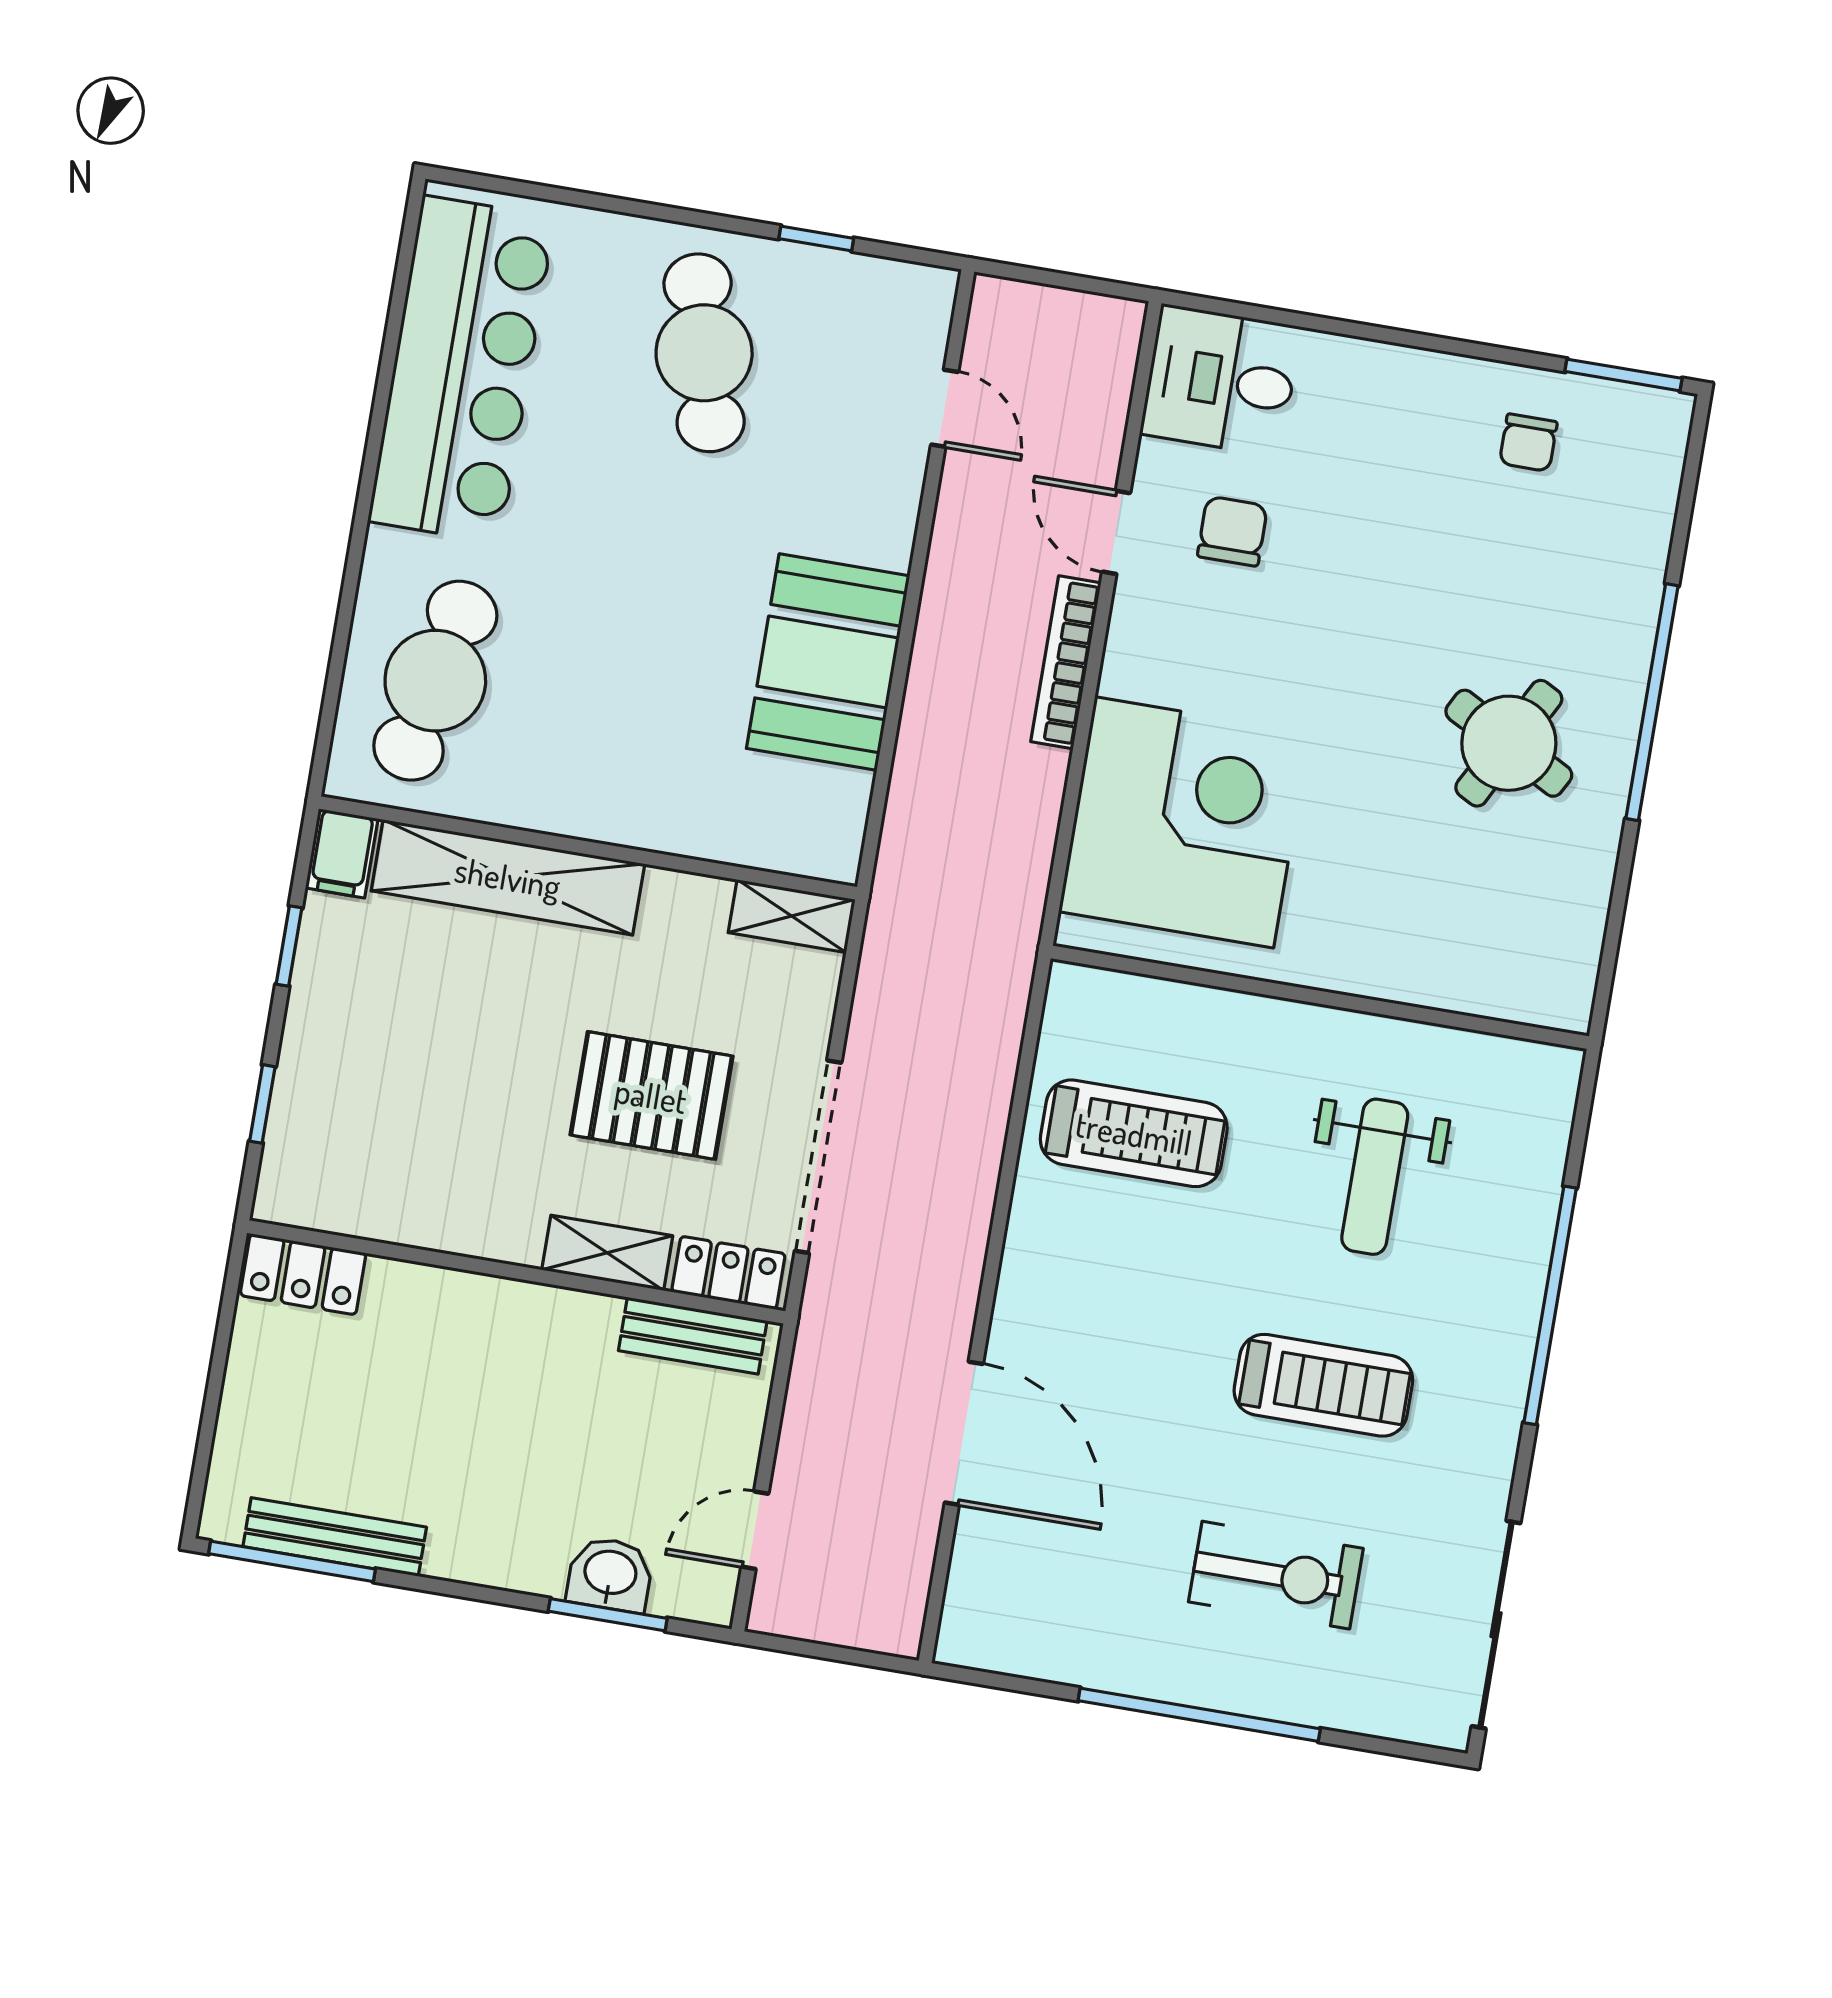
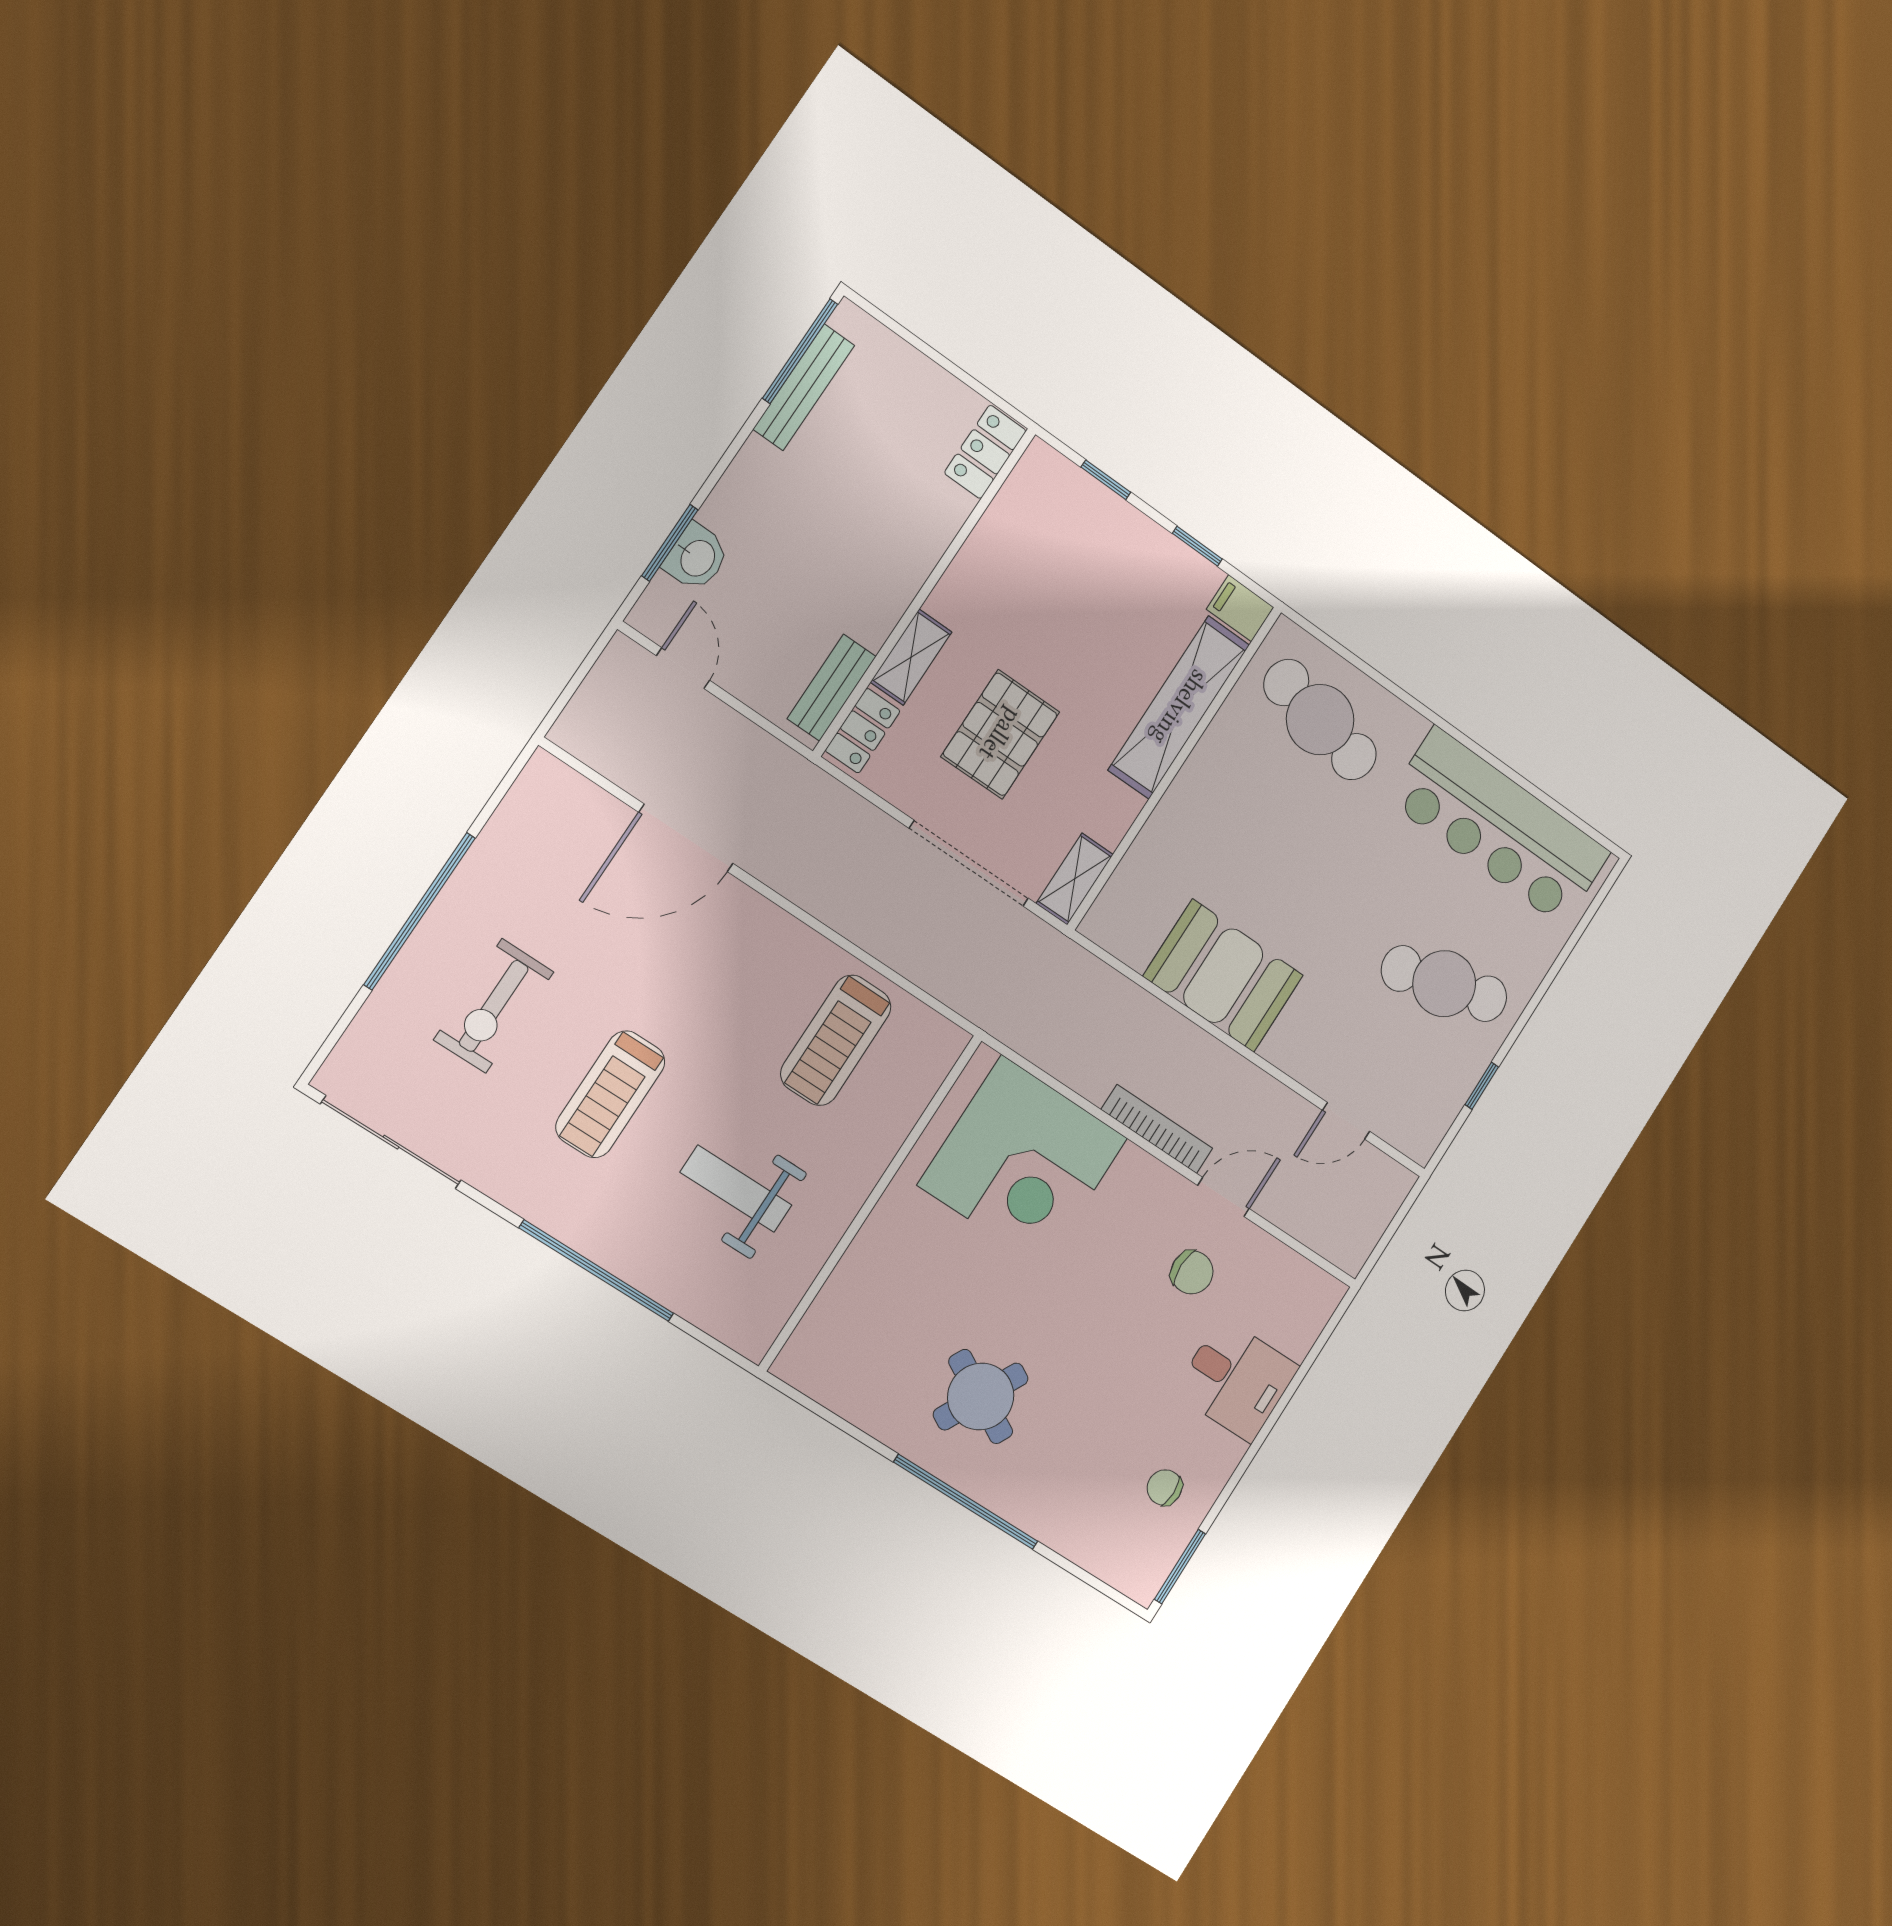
desk: (1221, 380) -> (1236, 1380), moved, turned 90
doorway: (818, 1157) -> (969, 863), moved

